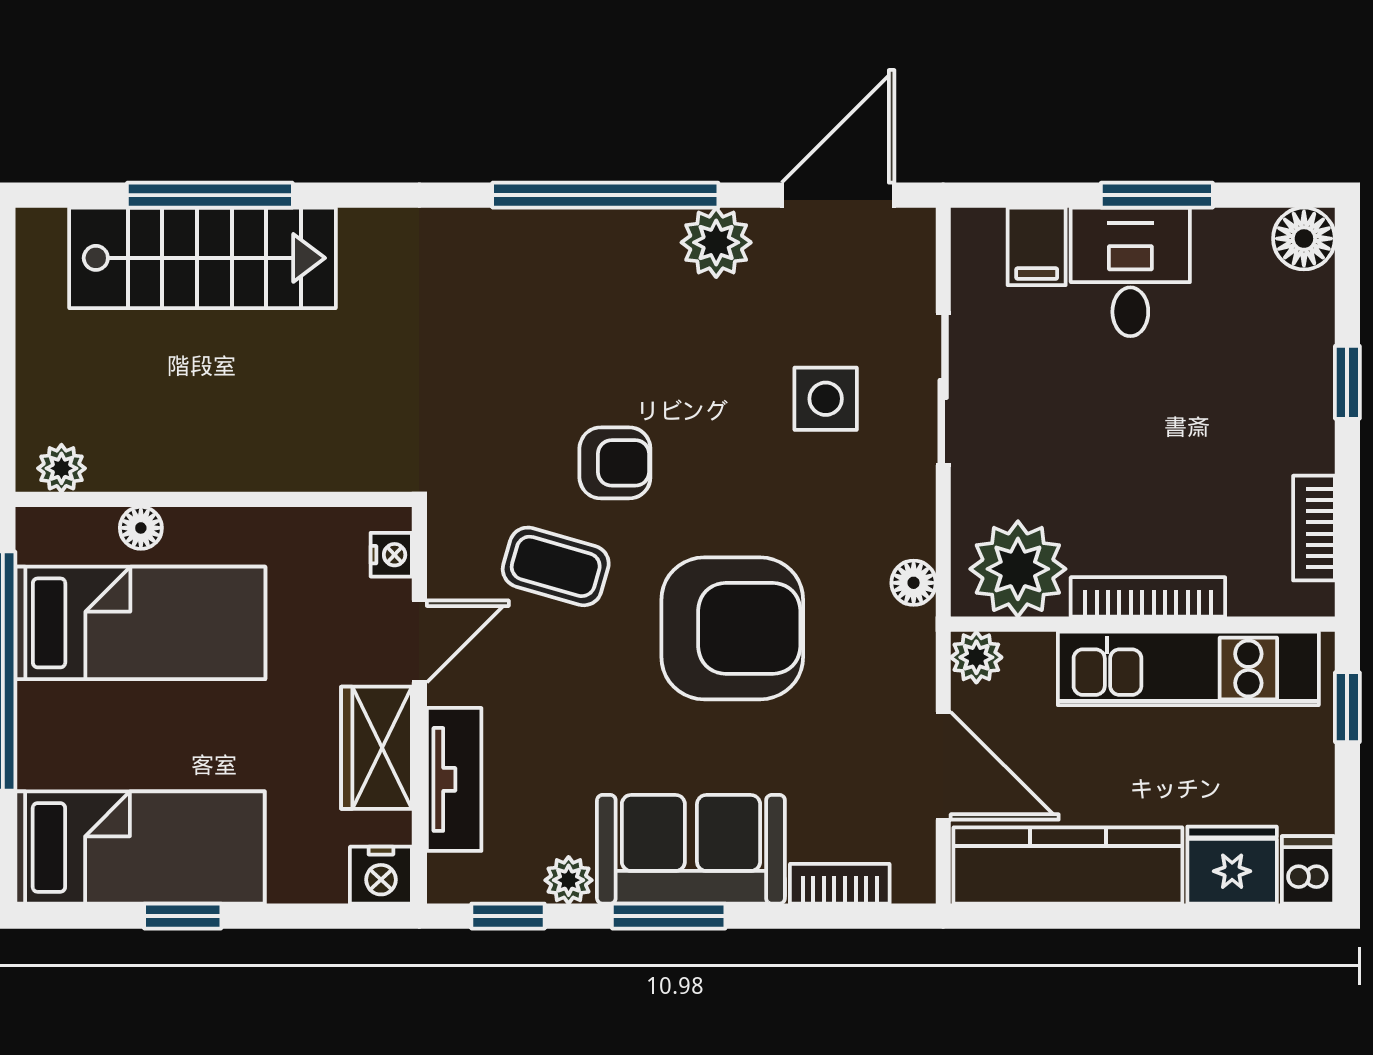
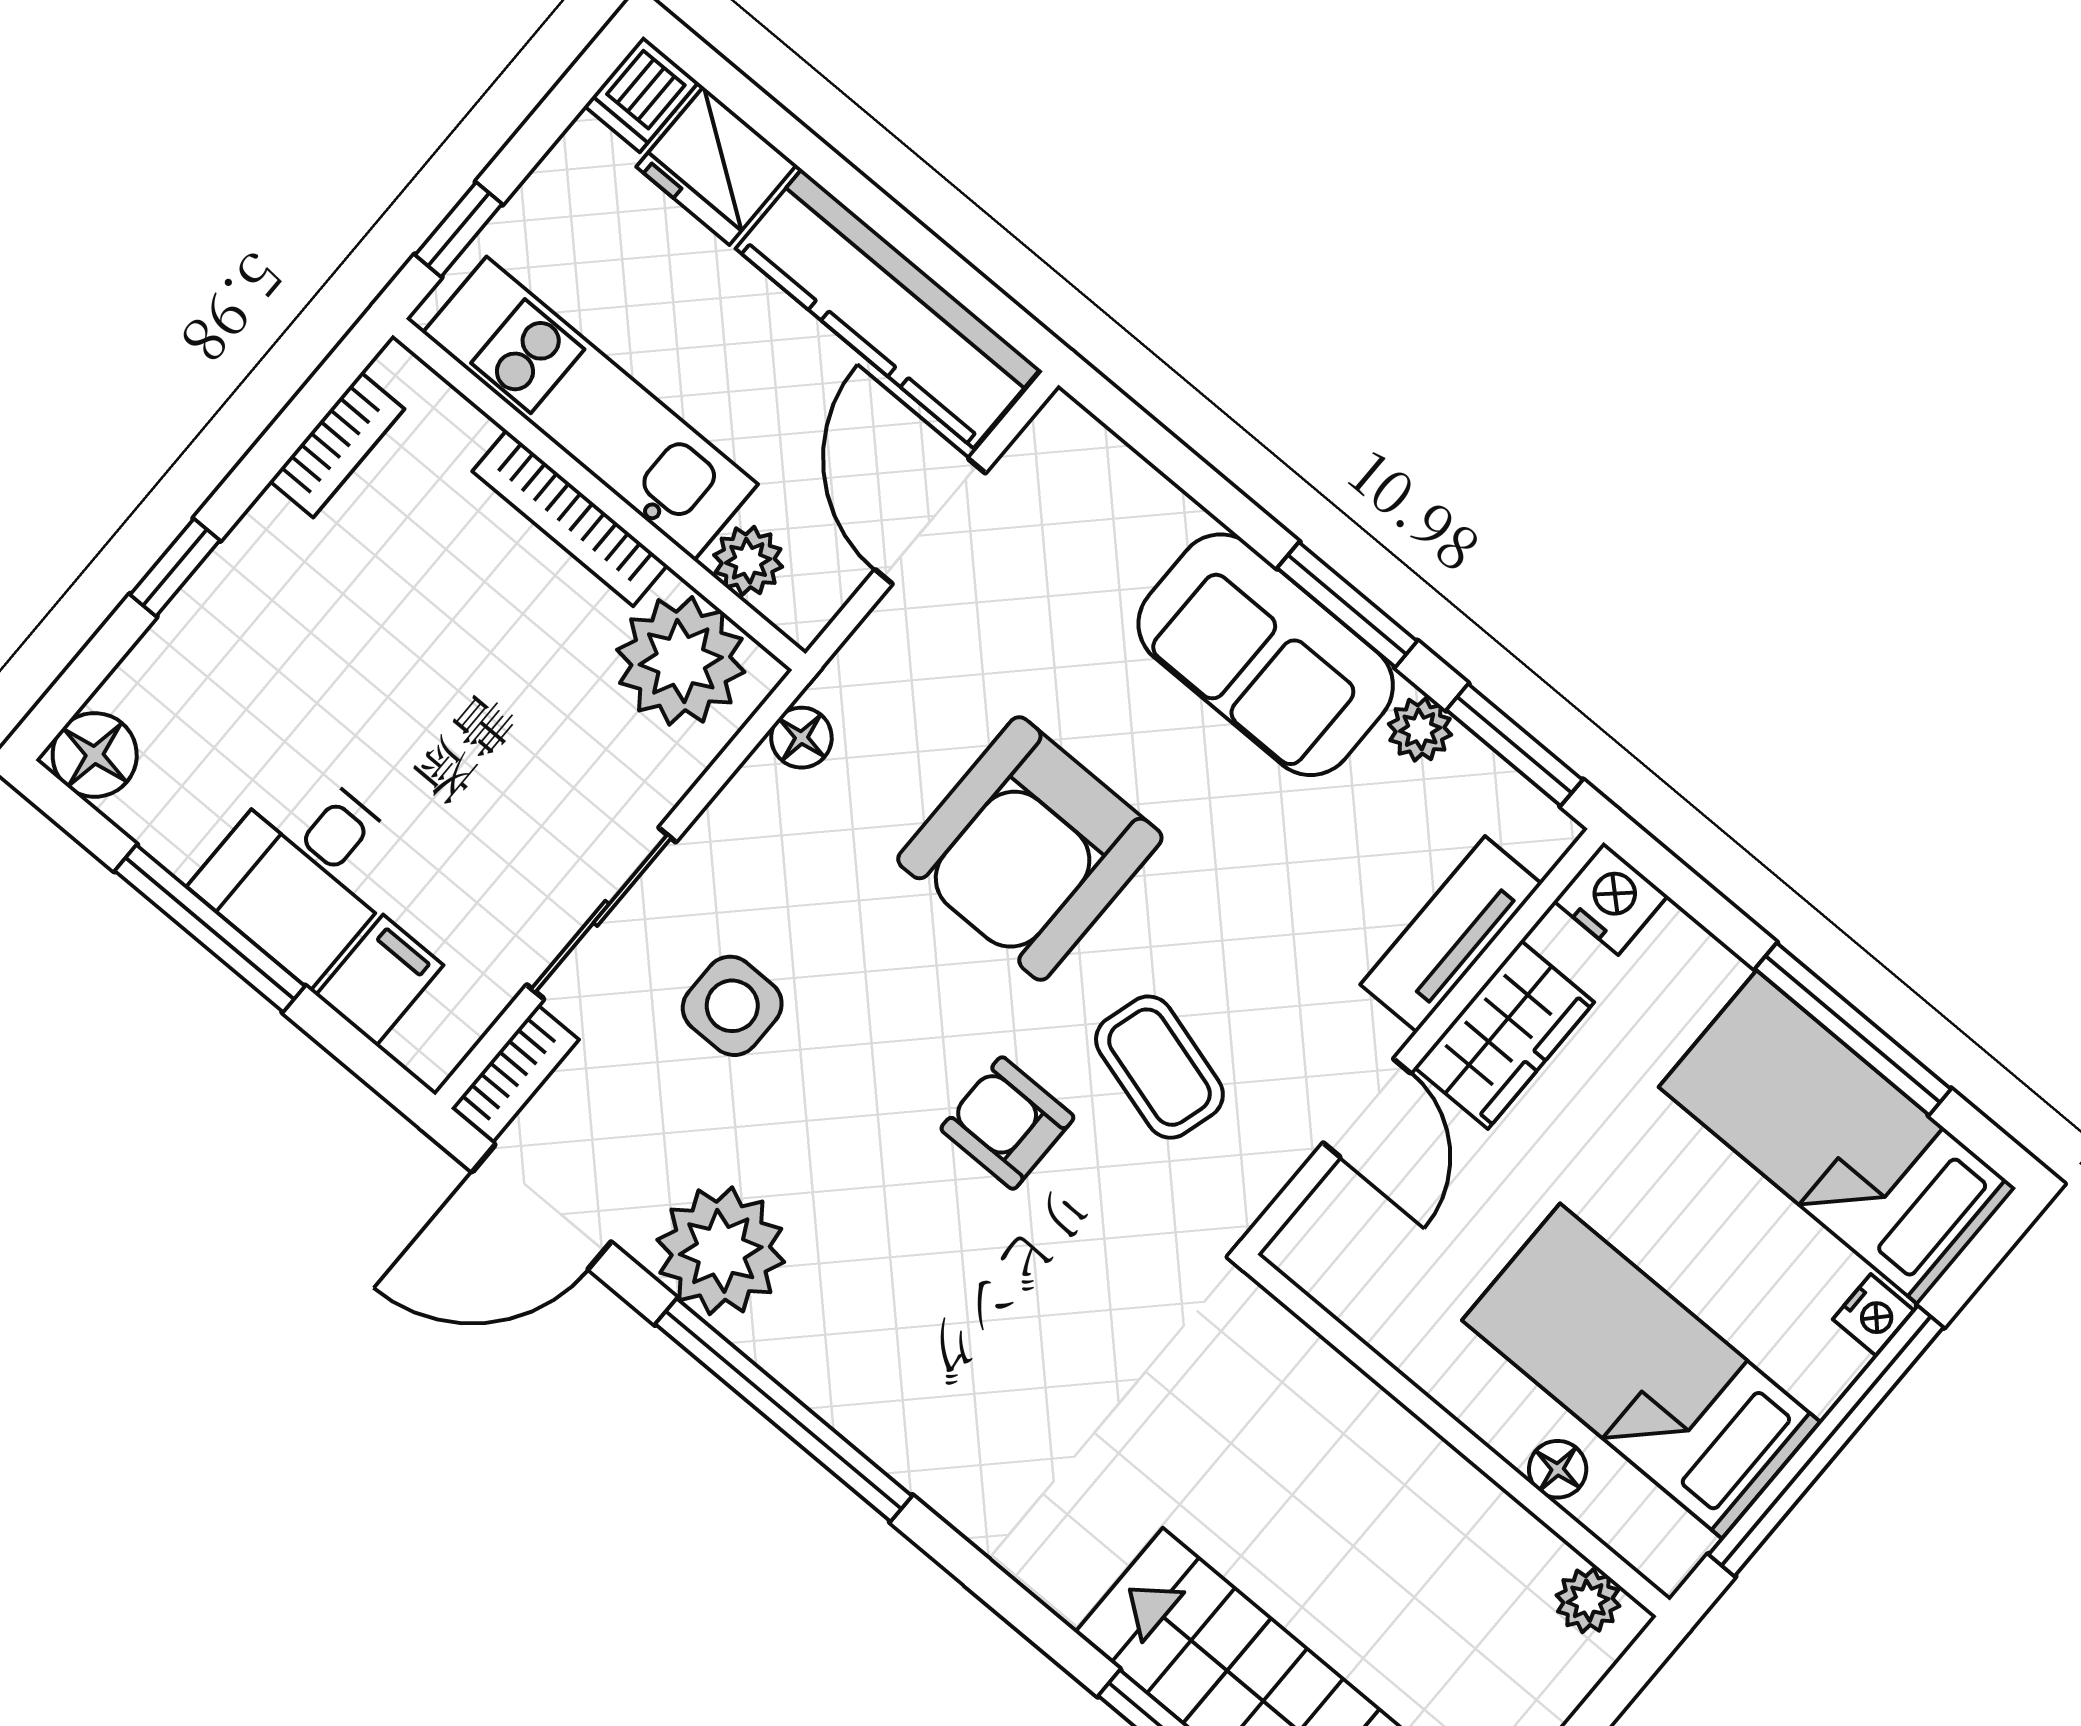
window: (1157, 195) -> (210, 928), width x1.44
plant: (716, 242) -> (721, 1251), width x1.36, depth x1.36
nightstand: (391, 555) -> (1873, 1315), moved, turned 180
armchair: (732, 628) -> (1030, 848), turned -90
door: (419, 641) -> (1367, 1108), swing flipped
plant: (976, 657) -> (748, 561), moved
bookcase: (840, 884) -> (515, 1074), moved, turned -90
window: (183, 916) -> (1853, 1029), width x2.17
window: (508, 916) -> (1514, 745), width x1.50

